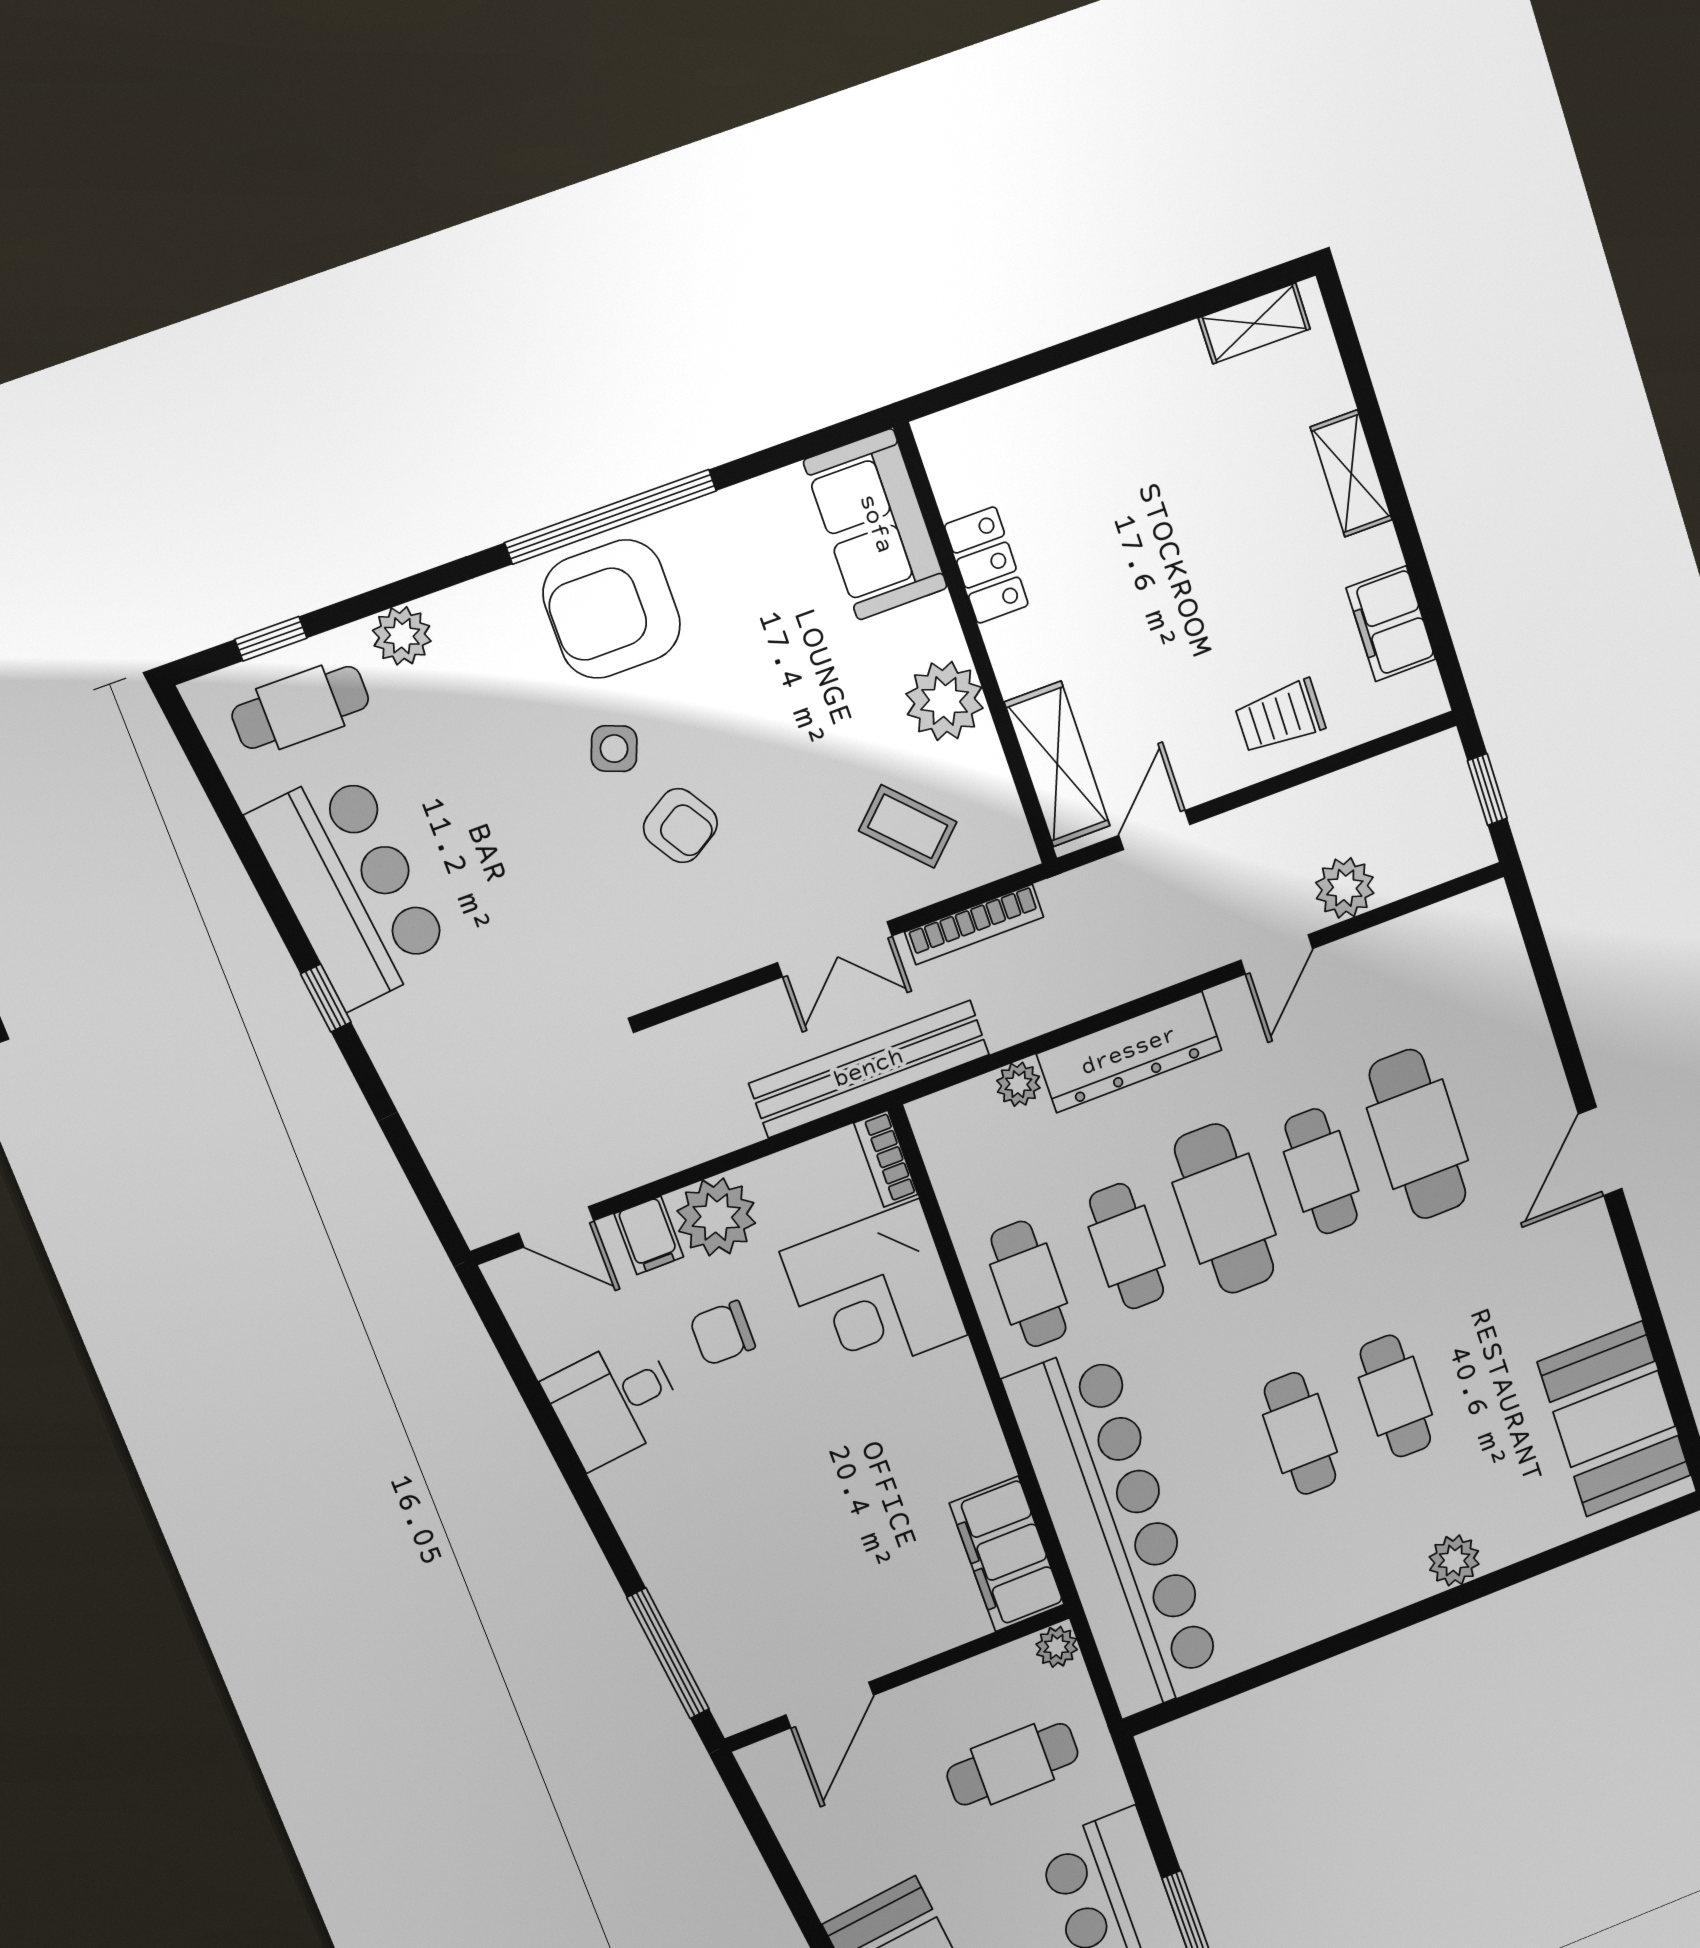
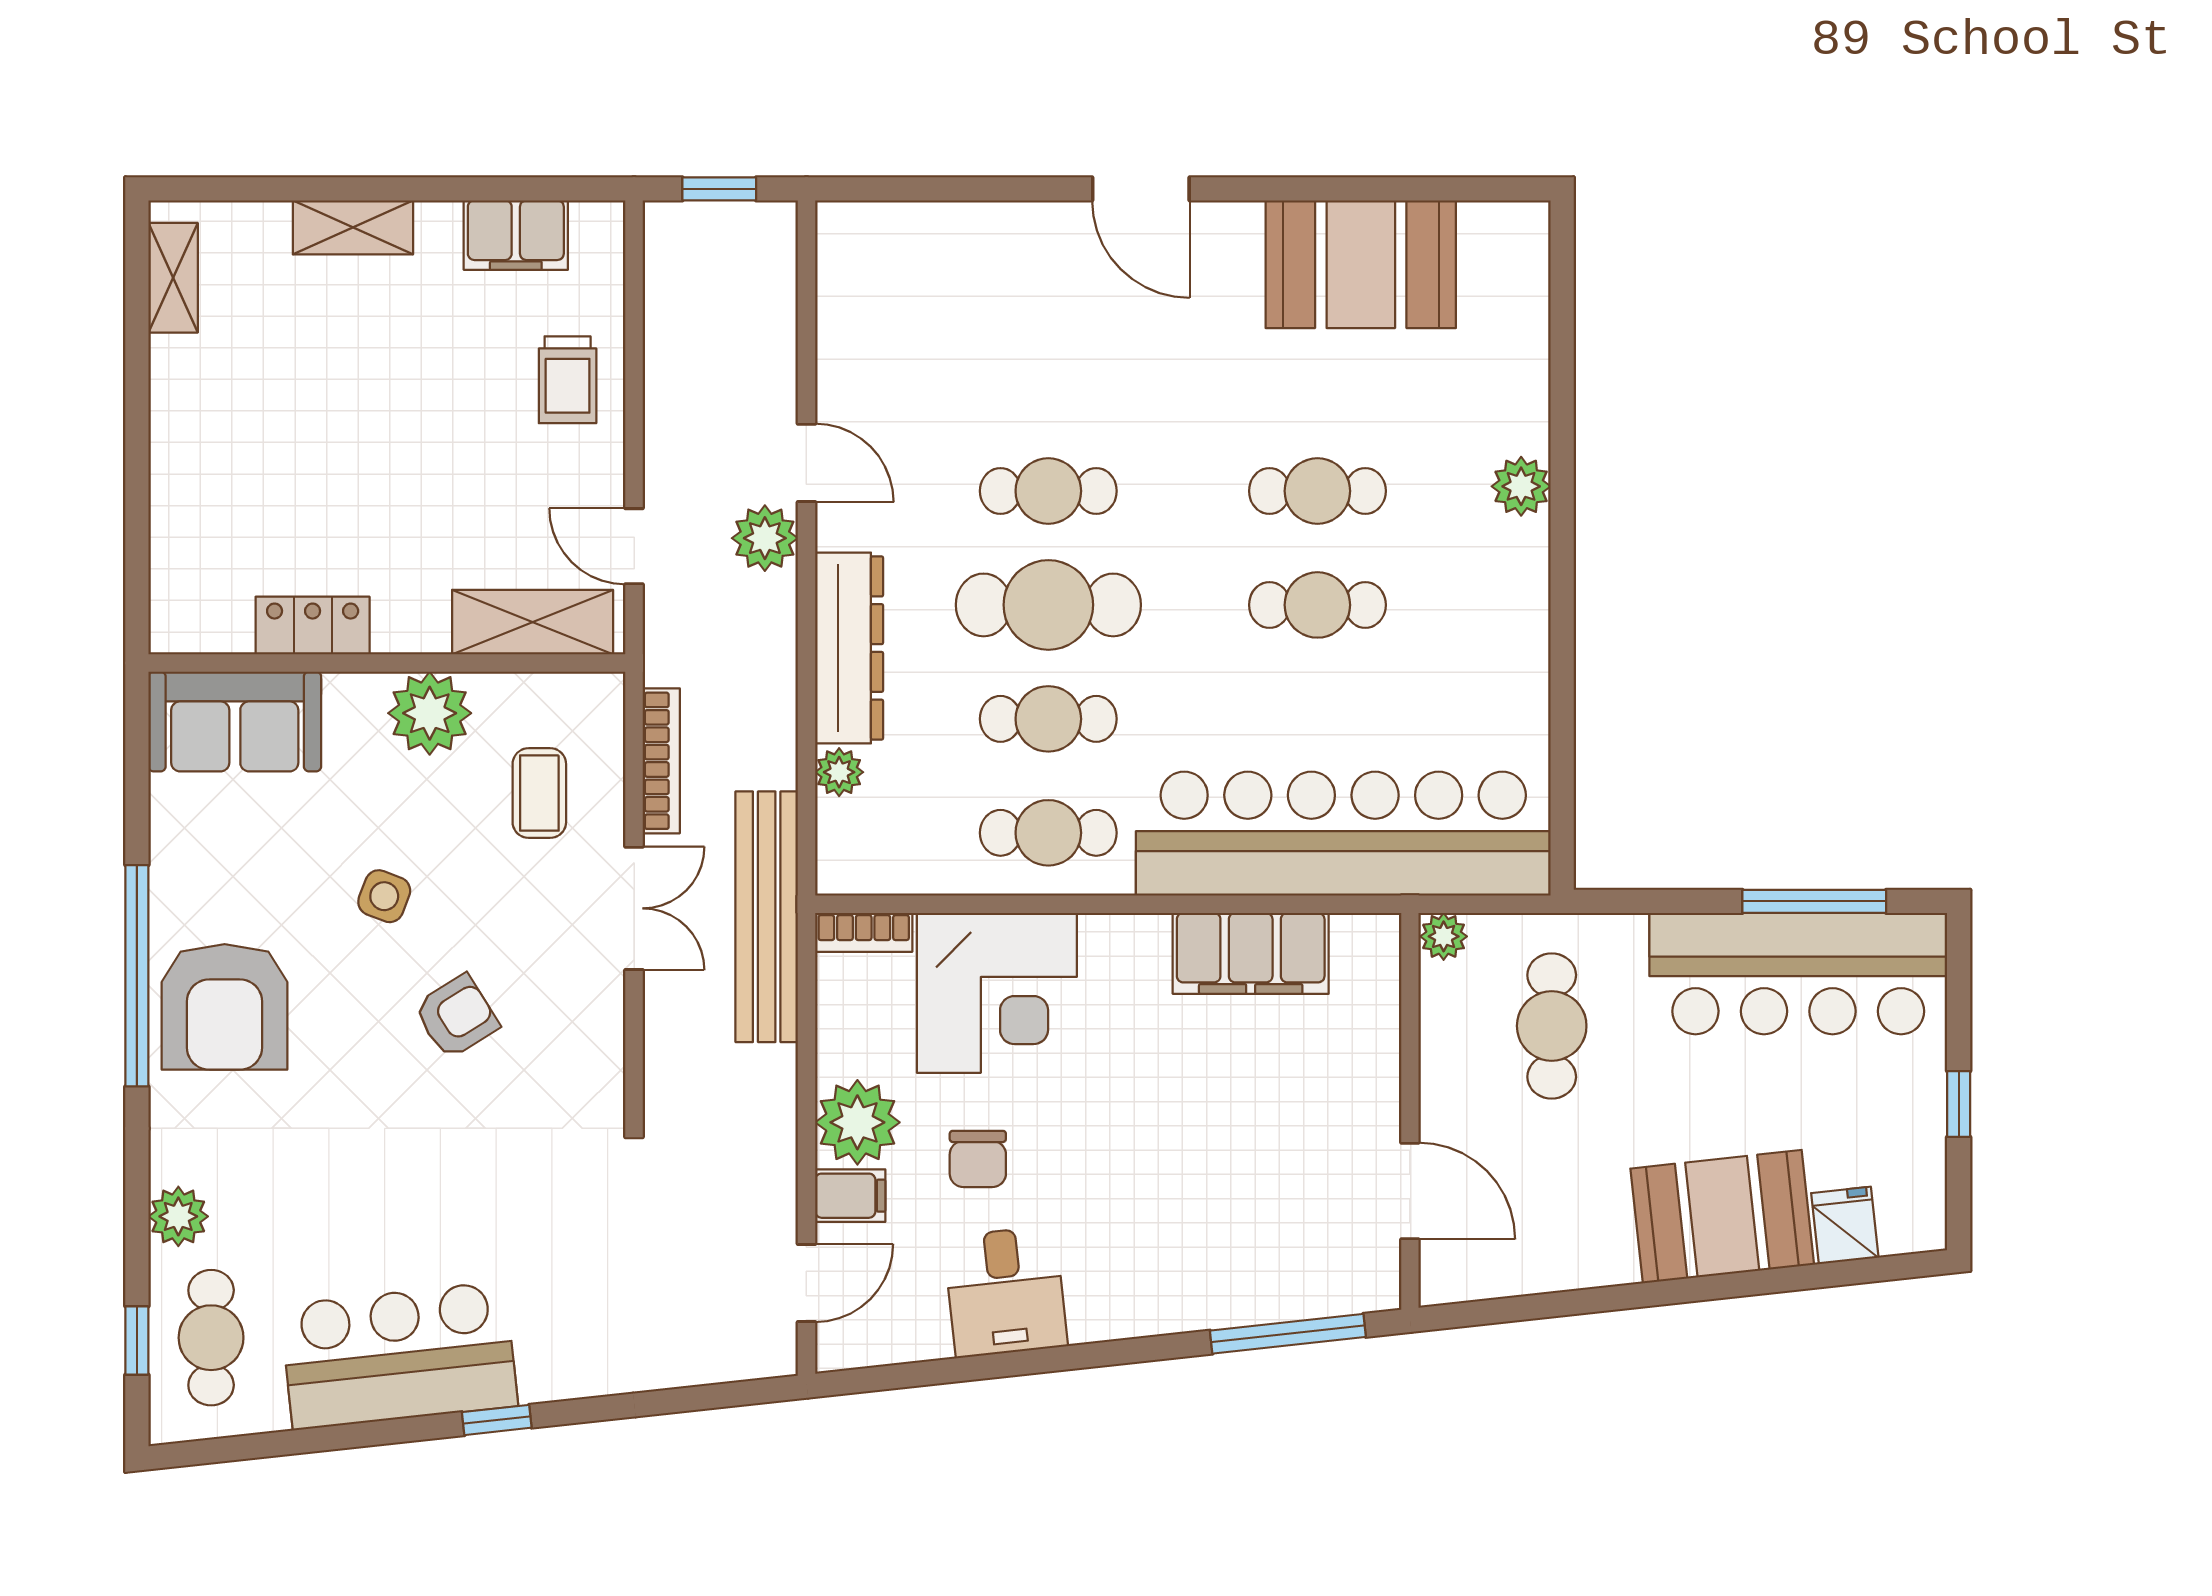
side table: (614, 749) -> (384, 896), moved
coffee table: (908, 826) -> (539, 793), turned -46
plant: (1345, 888) -> (765, 538), moved
cafe table: (1418, 1134) -> (1048, 377), removed
booth: (1614, 1419) -> (1361, 264), moved
filing cabinet: (1007, 1554) -> (1251, 953), moved

